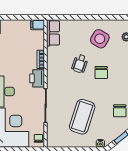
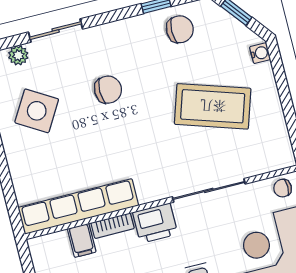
filing cabinet: (38, 25) -> (82, 240), moved
row of seats: (53, 33) -> (78, 206), width x2.02
wheelchair: (80, 64) -> (101, 140), removed

